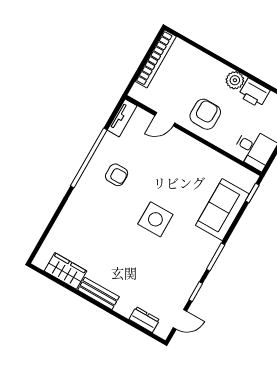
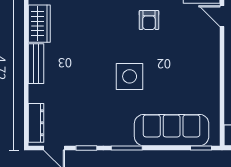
door: (165, 119) -> (222, 16), moved
sofa: (222, 210) -> (172, 130), width x1.36
dresser: (144, 320) -> (36, 123), width x1.44

